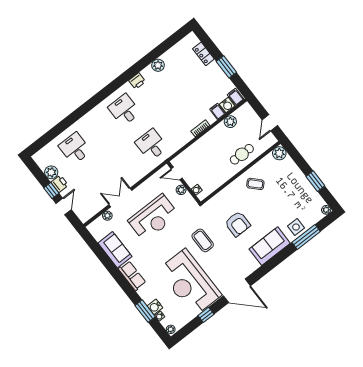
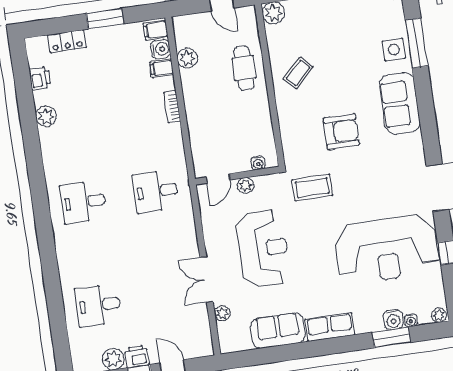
printer: (137, 81) -> (40, 78), moved
coffee table: (203, 240) -> (312, 188), moved

